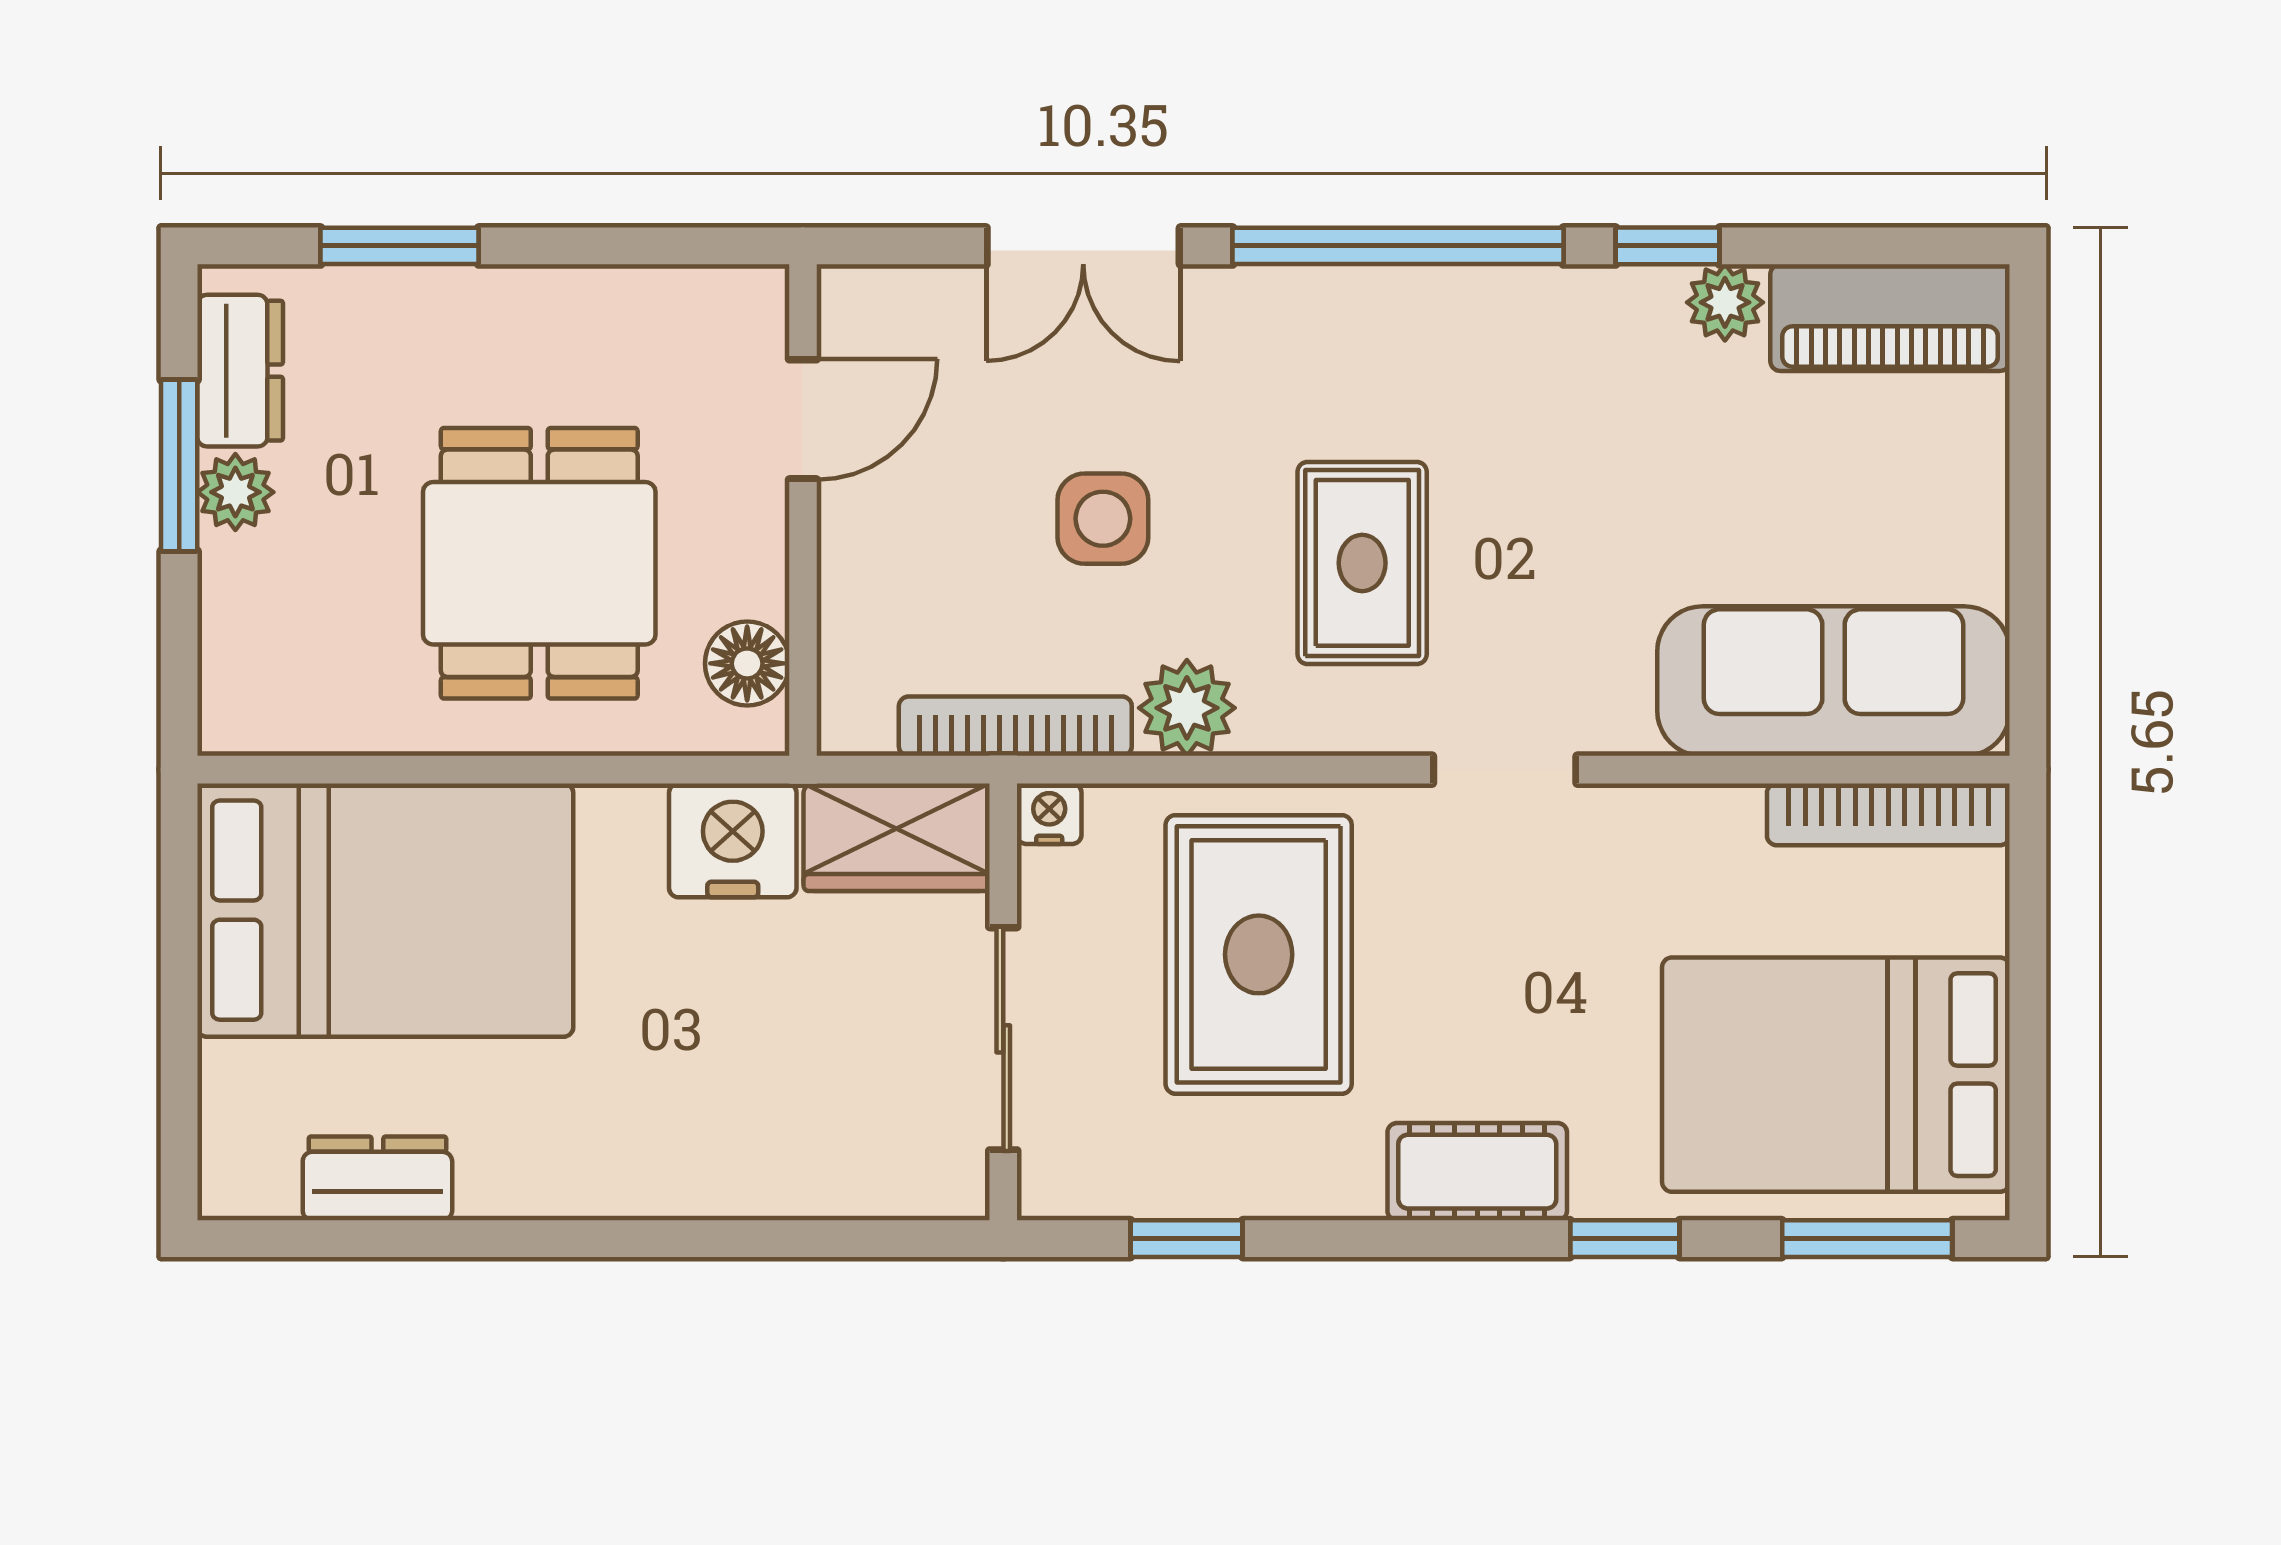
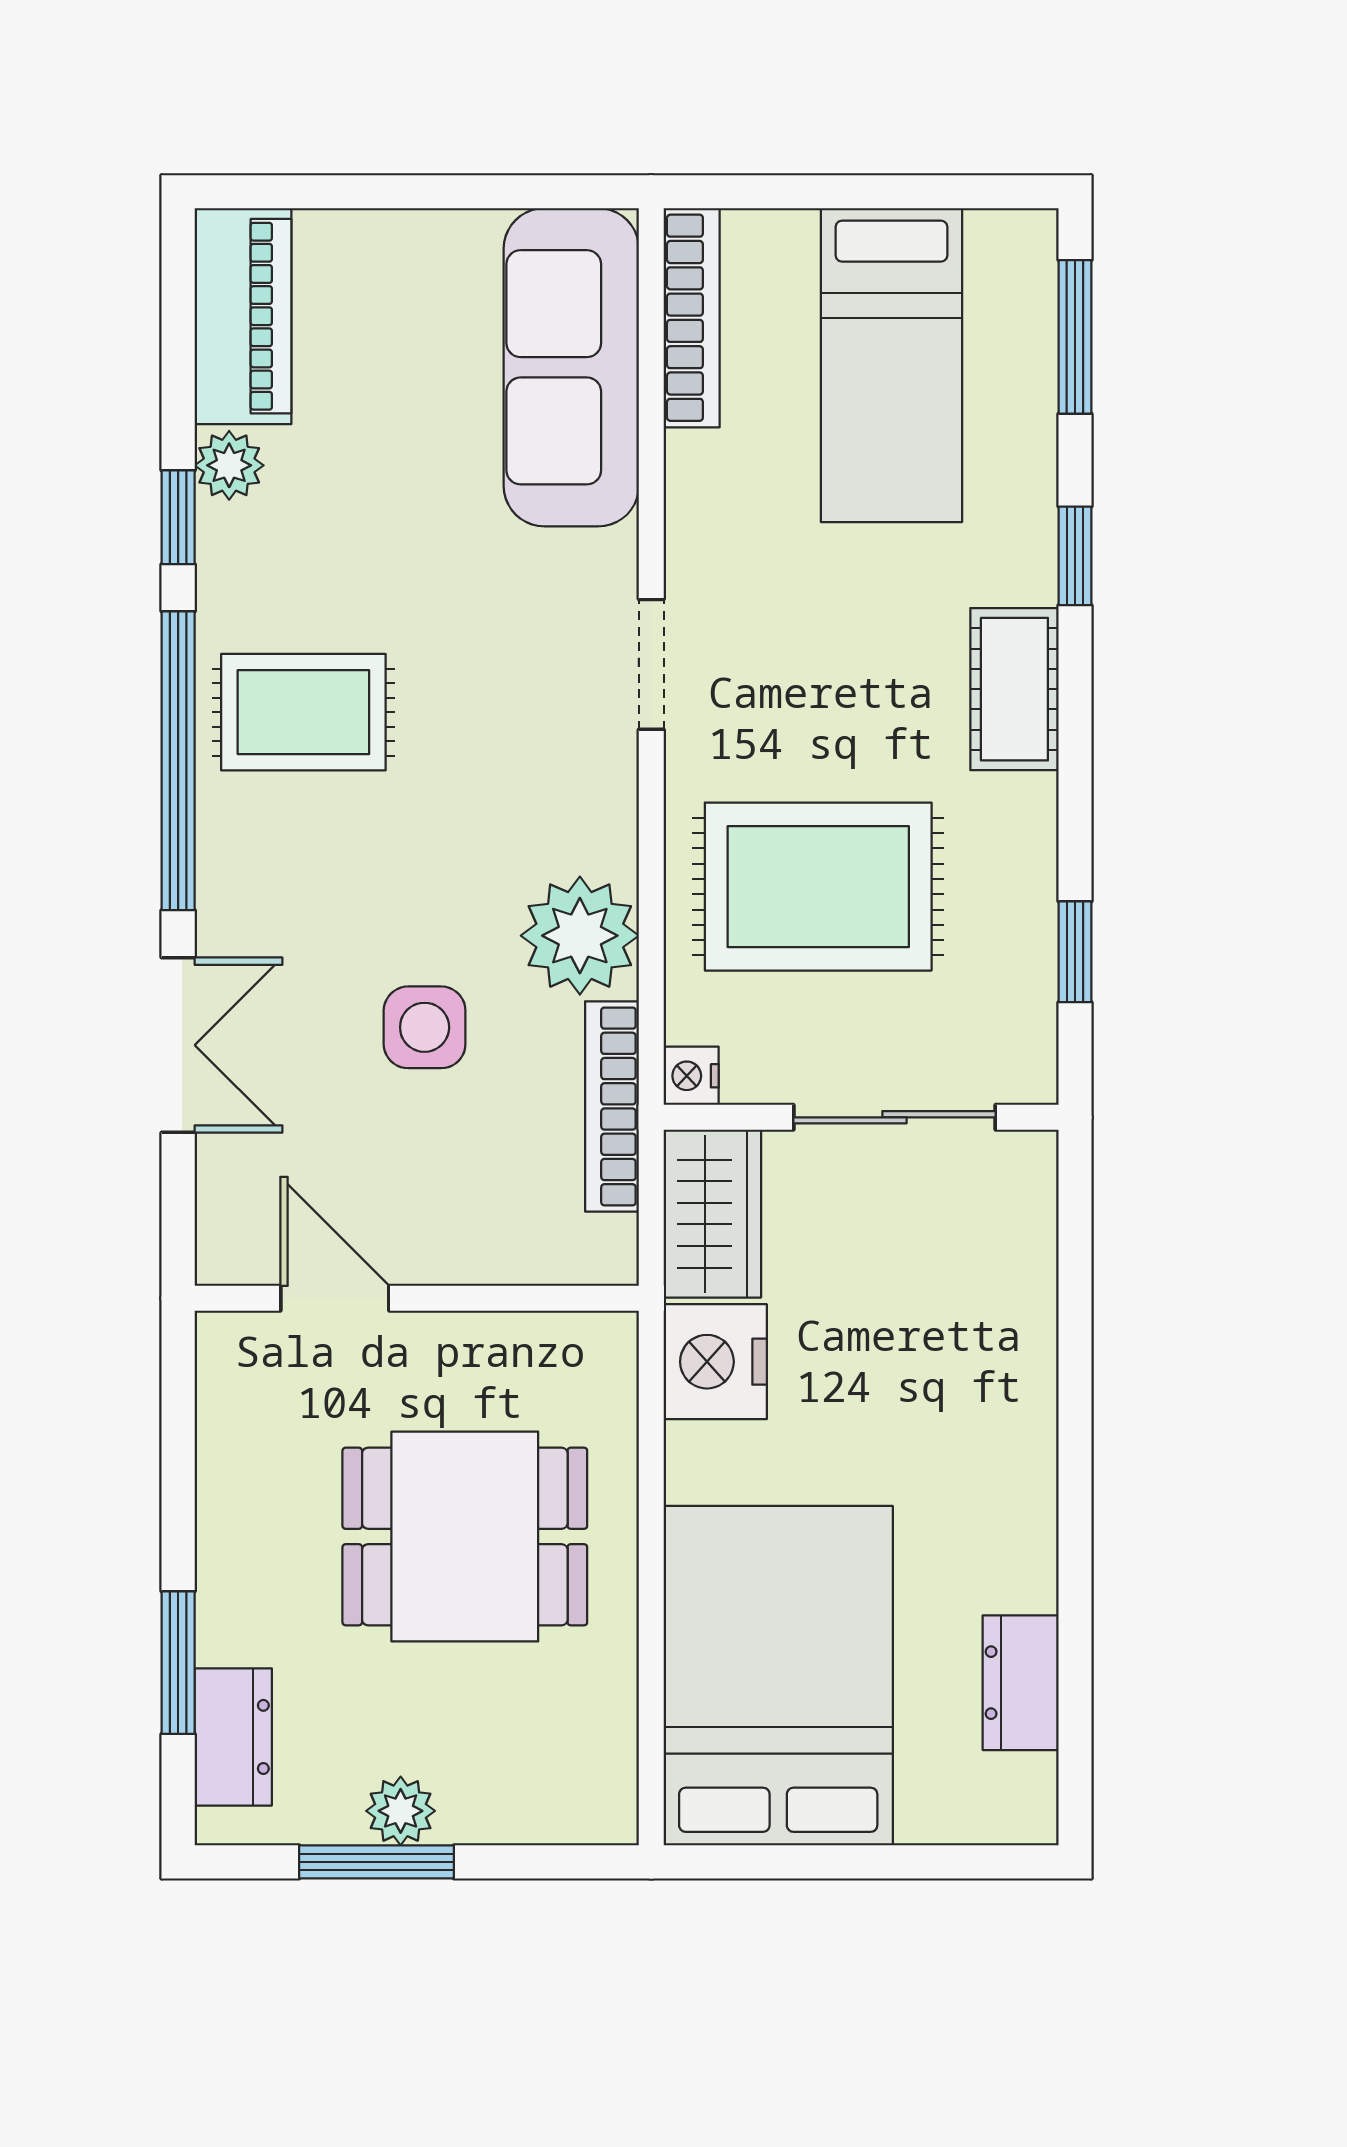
dresser: (240, 371) -> (233, 1737), moved, turned 90
rug: (1362, 563) -> (303, 712), moved
floor lamp: (747, 663) -> (555, 1349), removed
plant: (1187, 708) -> (580, 936), width x1.36, depth x1.36
bed: (1836, 1075) -> (891, 365), width x0.67

